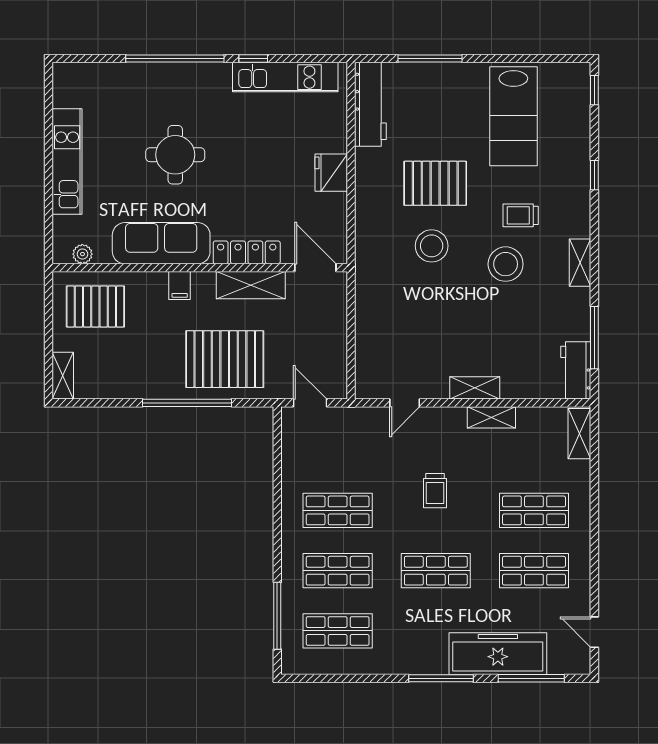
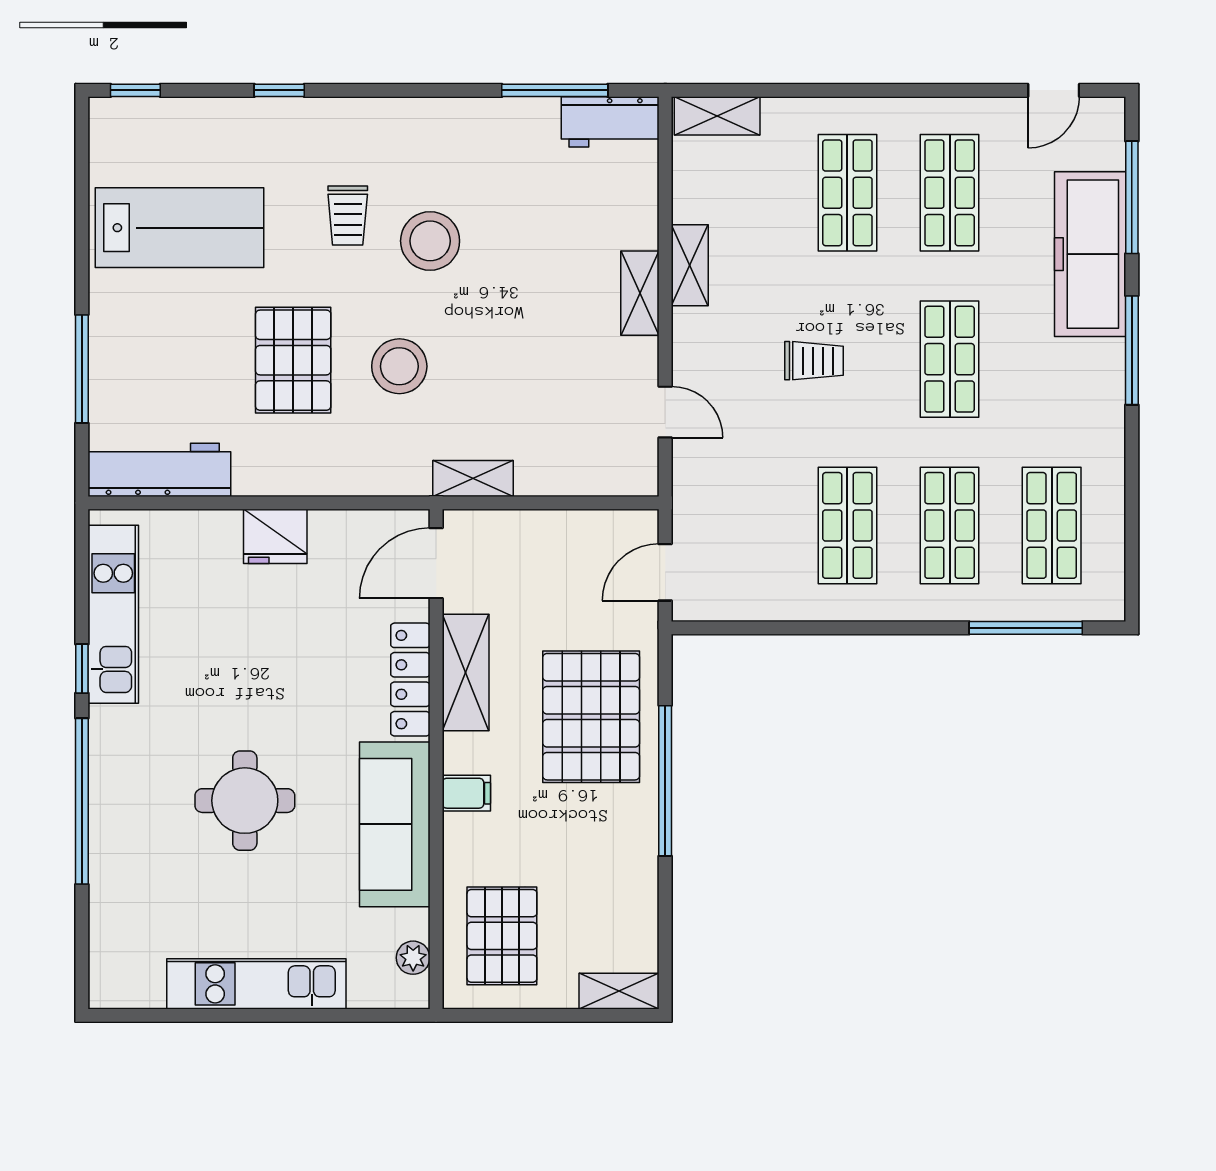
shelving: (580, 263) -> (473, 479), moved

